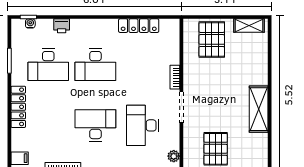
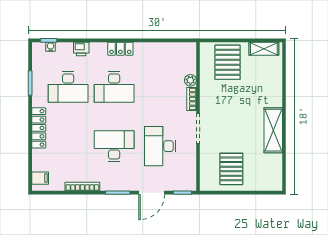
locker: (139, 26) -> (120, 49), moved, width x0.66
plant: (174, 156) -> (190, 80), moved

